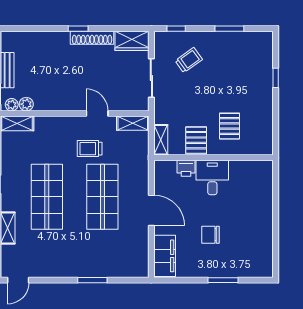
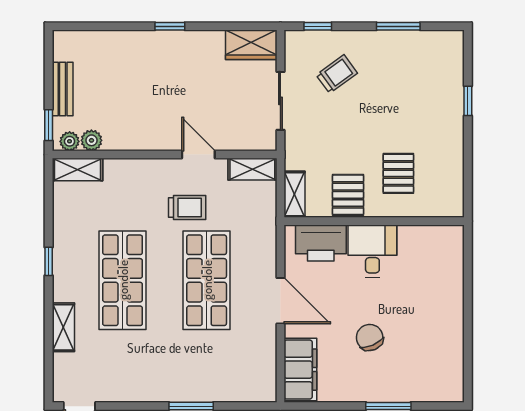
shoe rack: (92, 38) -> (191, 40), removed
trolley: (90, 149) -> (187, 208), turned 180
printer: (186, 168) -> (321, 243), width x1.87, depth x1.48
chair: (210, 235) -> (370, 337), turned 67

